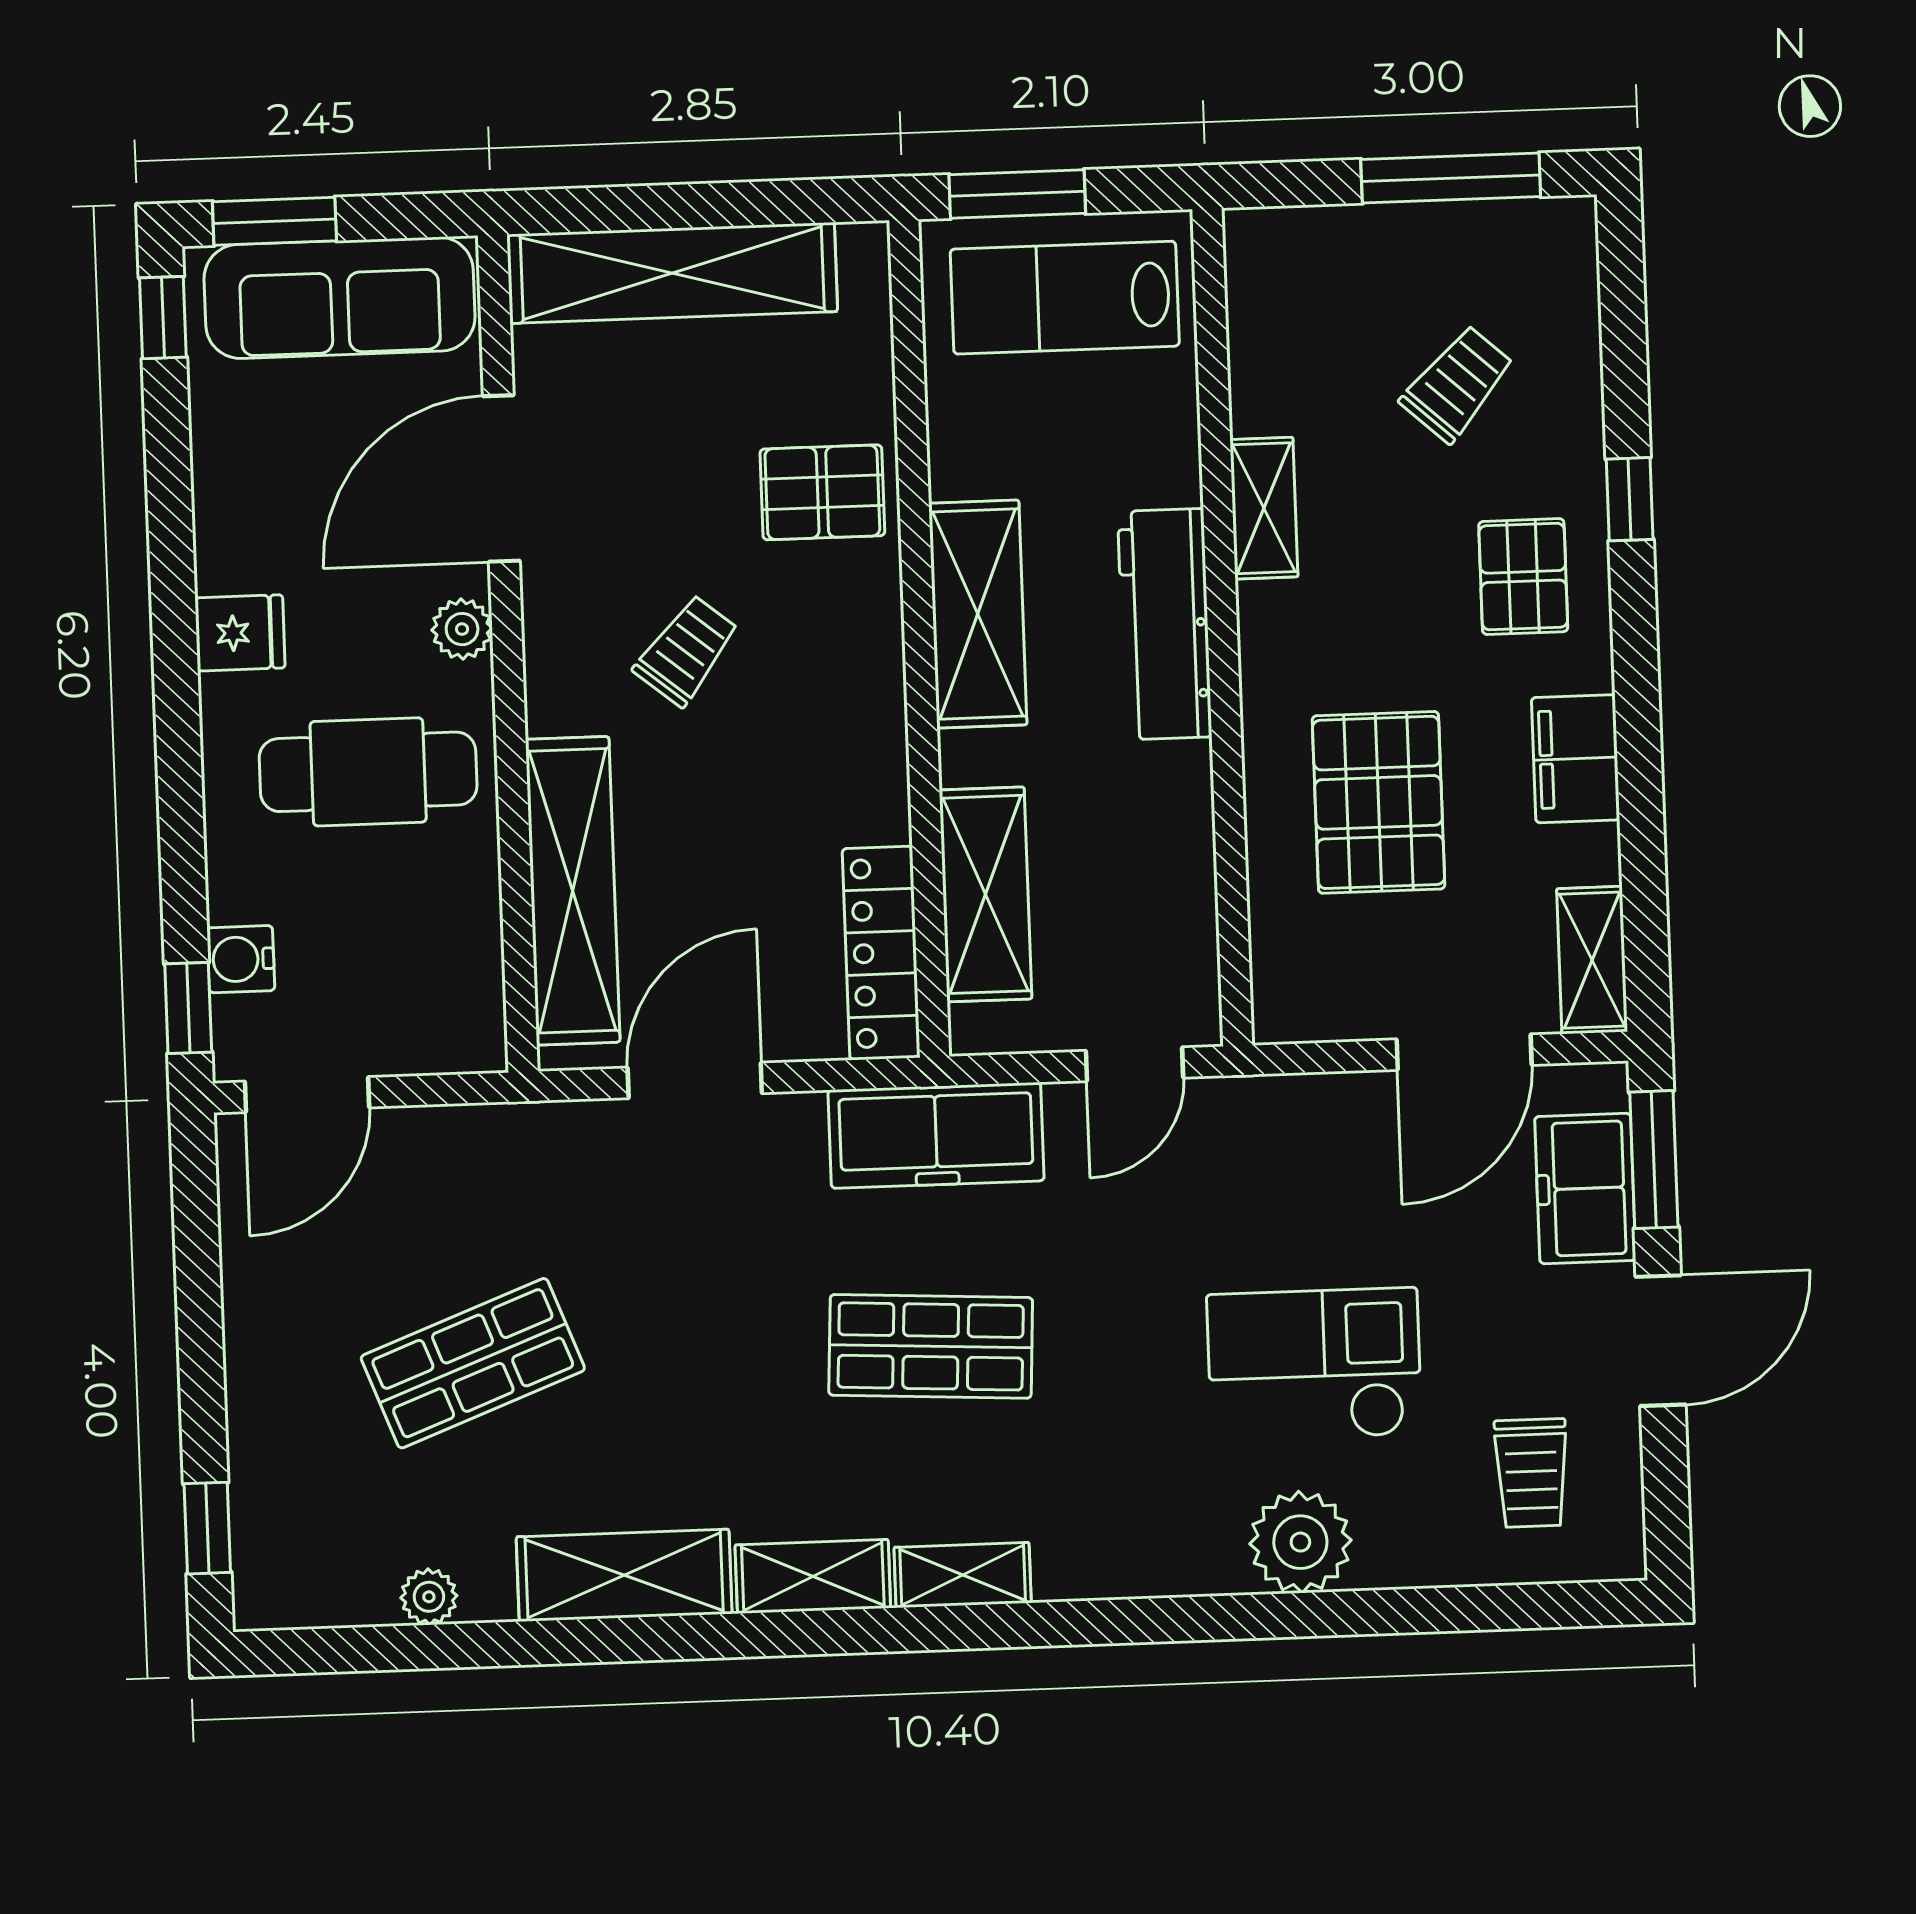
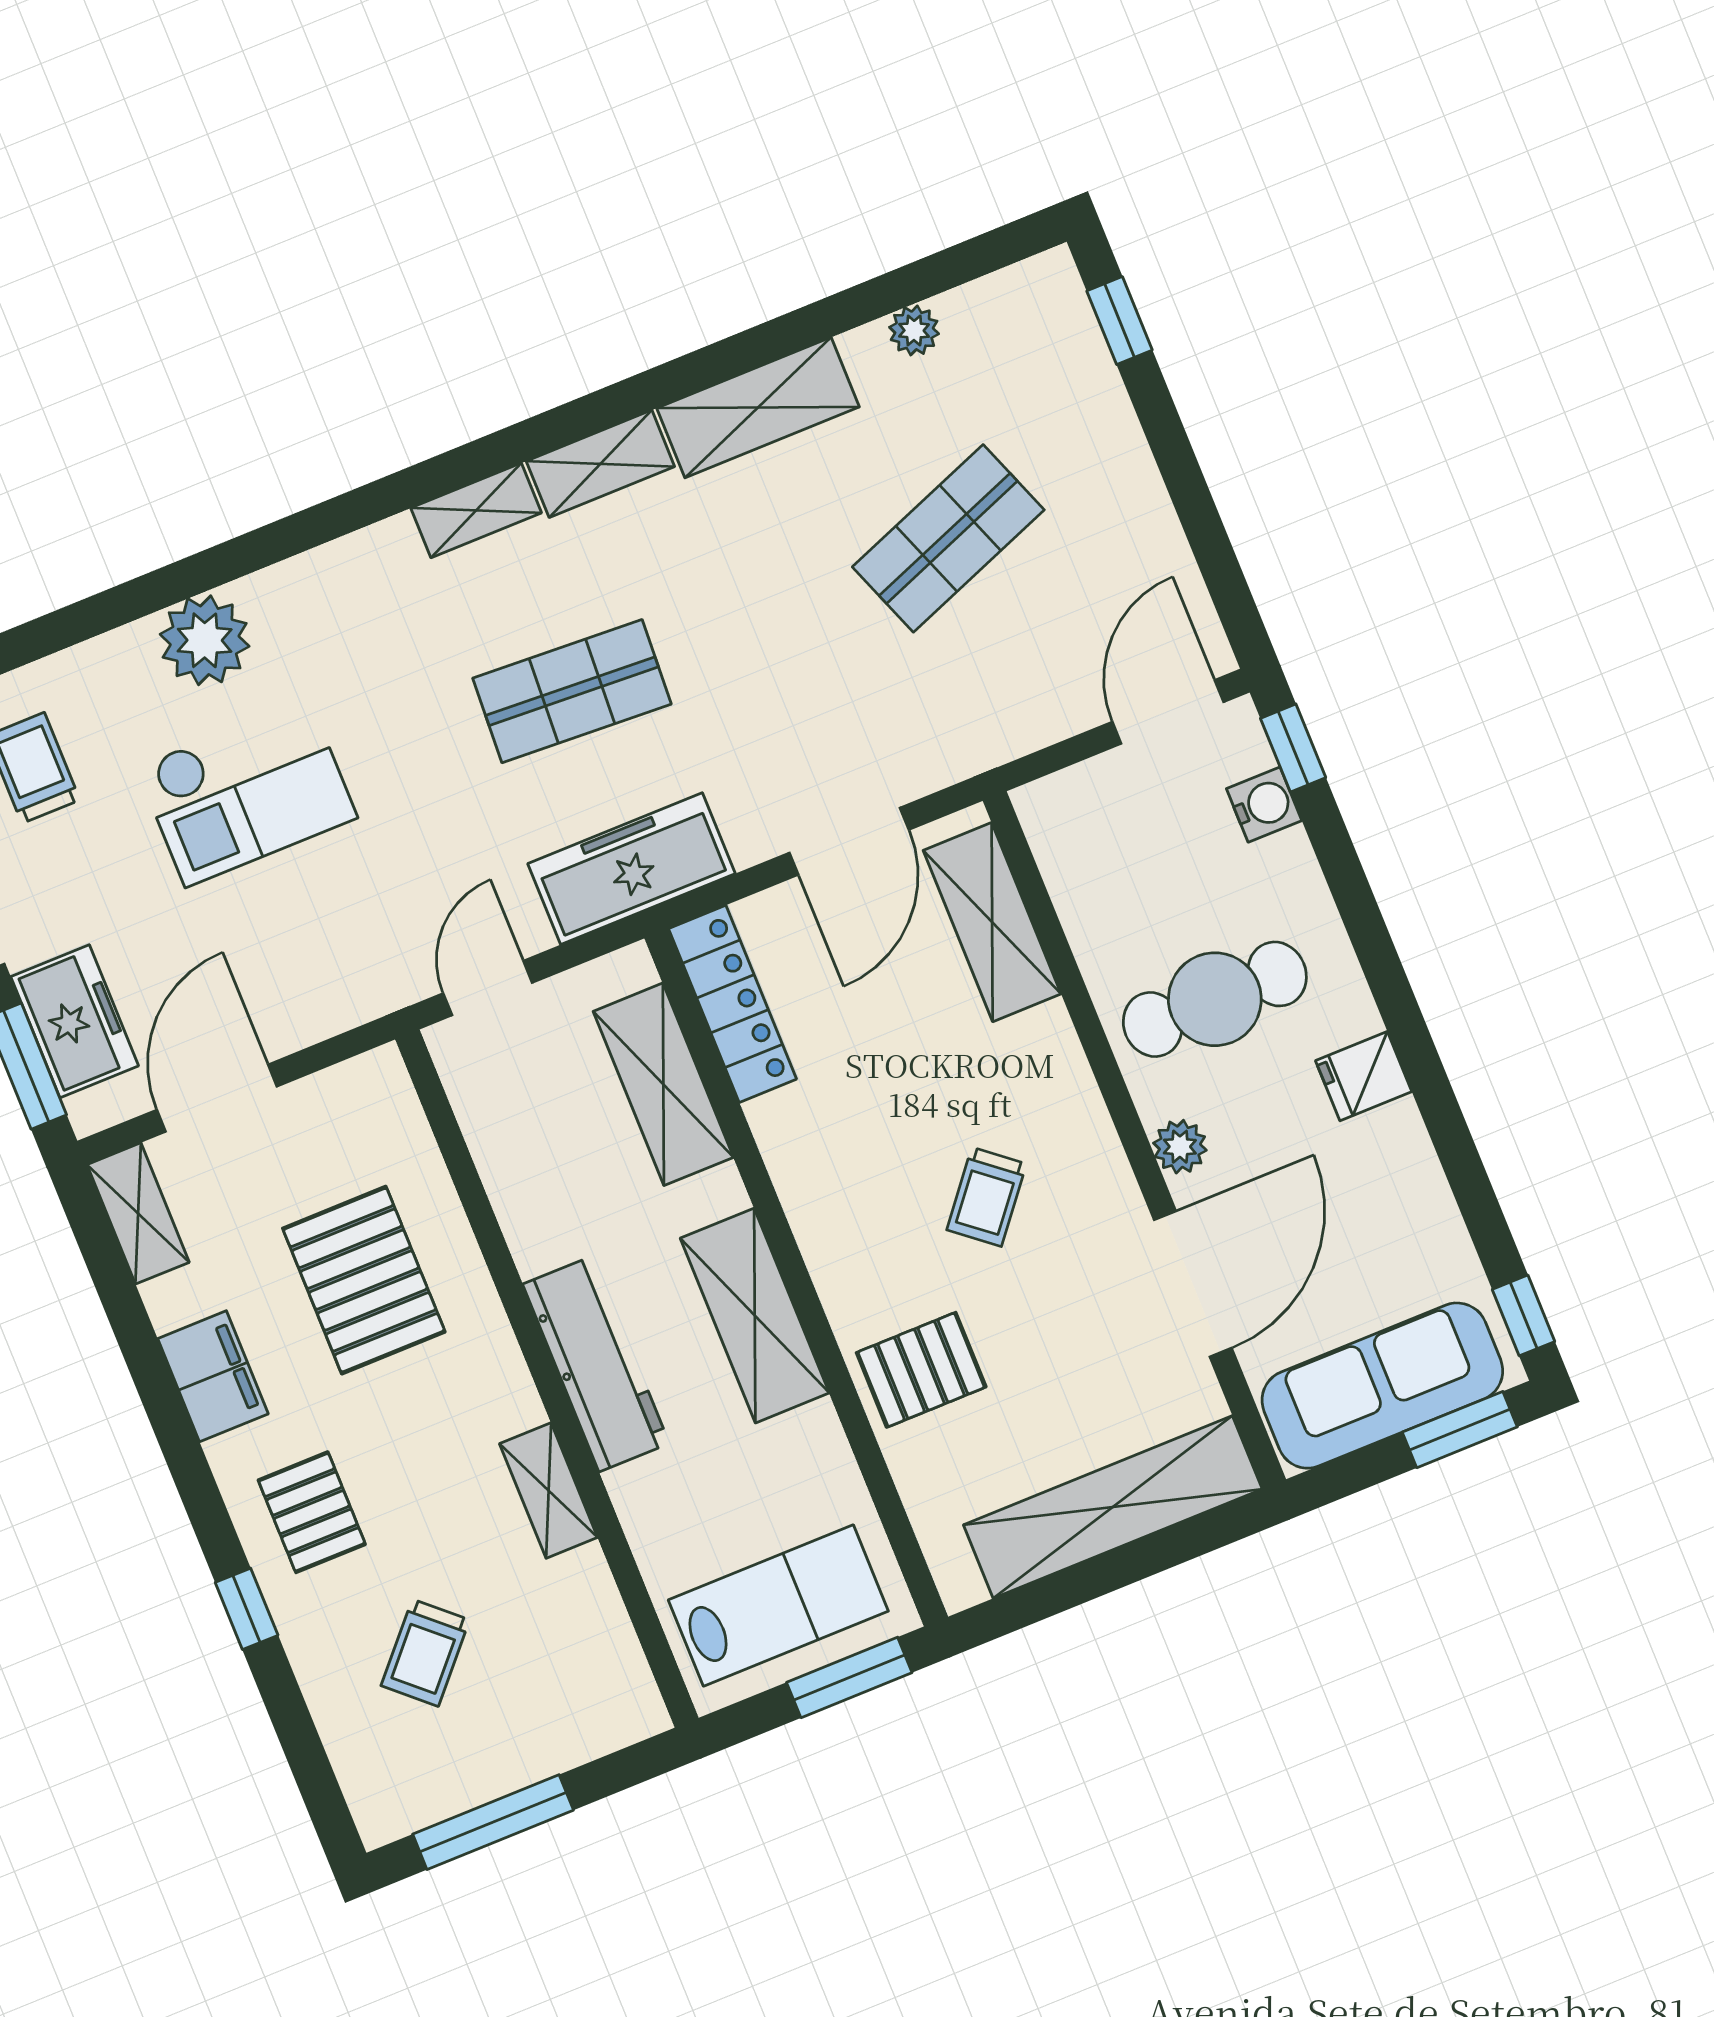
shelving: (573, 891) -> (992, 922), width x0.68

